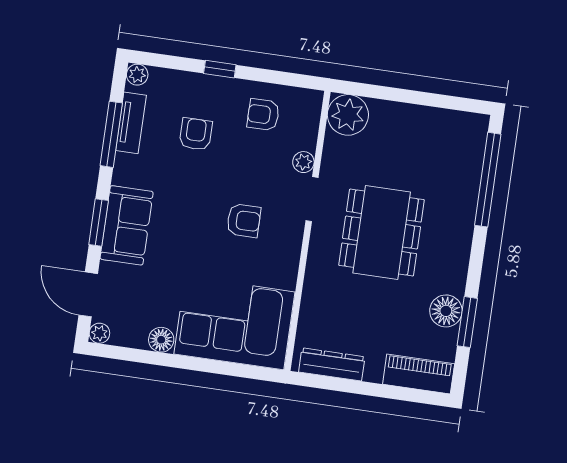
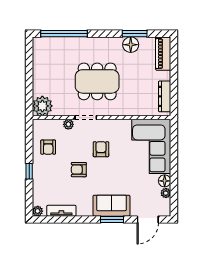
window: (111, 134) -> (68, 219), removed
armchair: (196, 134) -> (79, 170), moved
plant: (99, 333) -> (166, 193), moved

